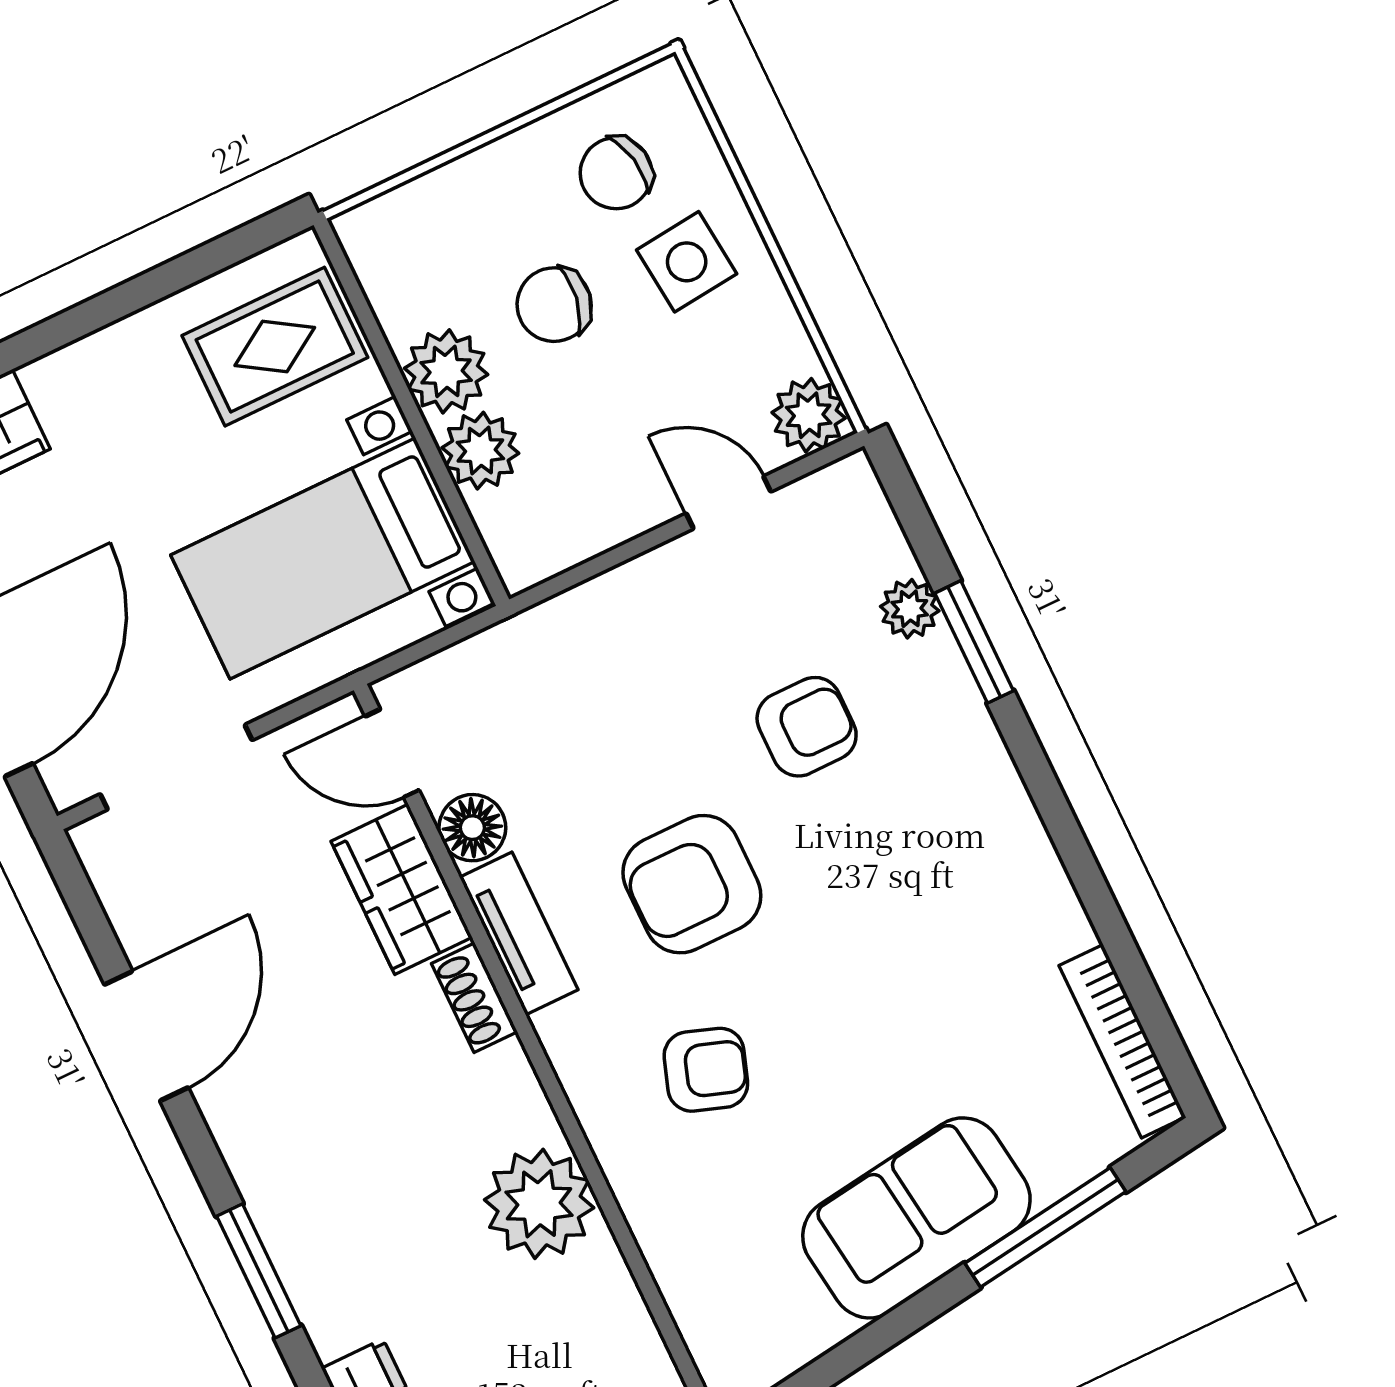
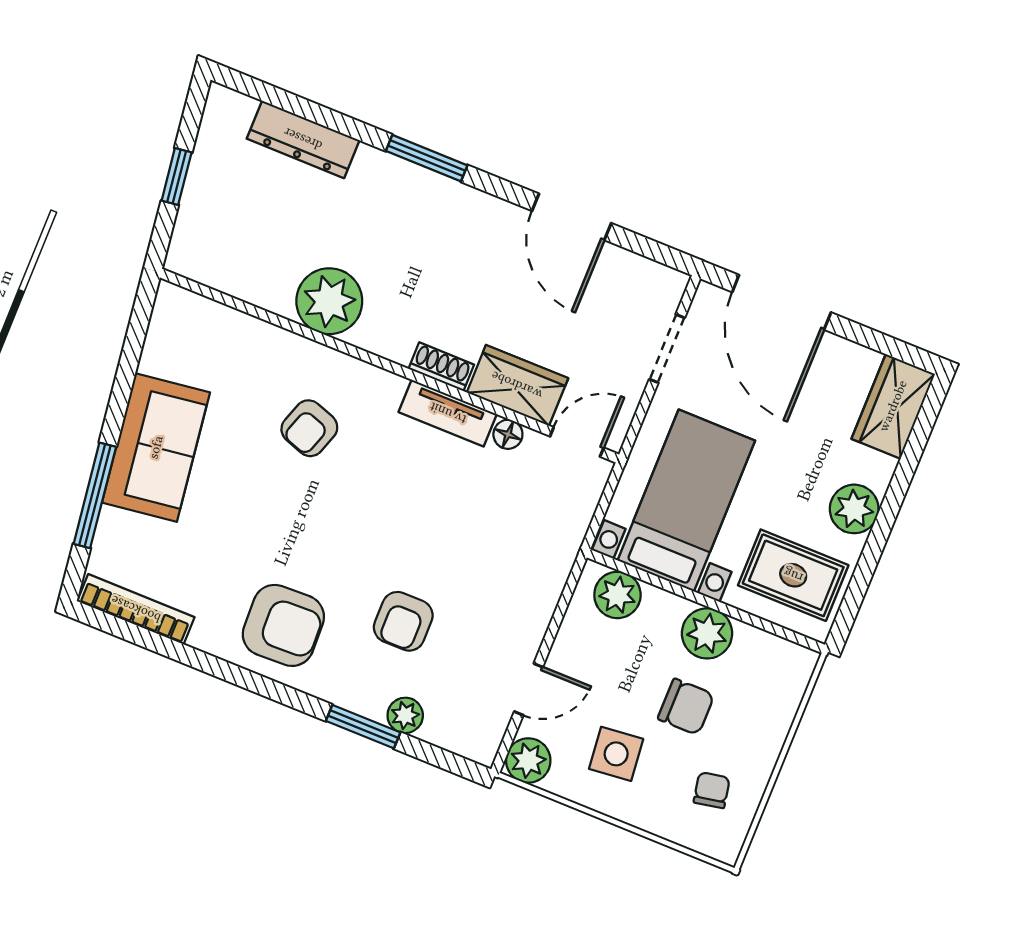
chair: (616, 173) -> (712, 790), width x0.73, depth x0.73
side table: (687, 262) -> (616, 754), moved
chair: (554, 305) -> (686, 707), turned 81
rug: (275, 347) -> (793, 575), turned 90
plant: (125, 360) -> (854, 509), added
plant: (480, 451) -> (617, 595), moved
doorway: (176, 767) -> (667, 348), width x0.73
floor lamp: (472, 828) -> (508, 434), width x0.73, depth x0.73
armchair: (692, 884) -> (283, 625), moved, turned 88

